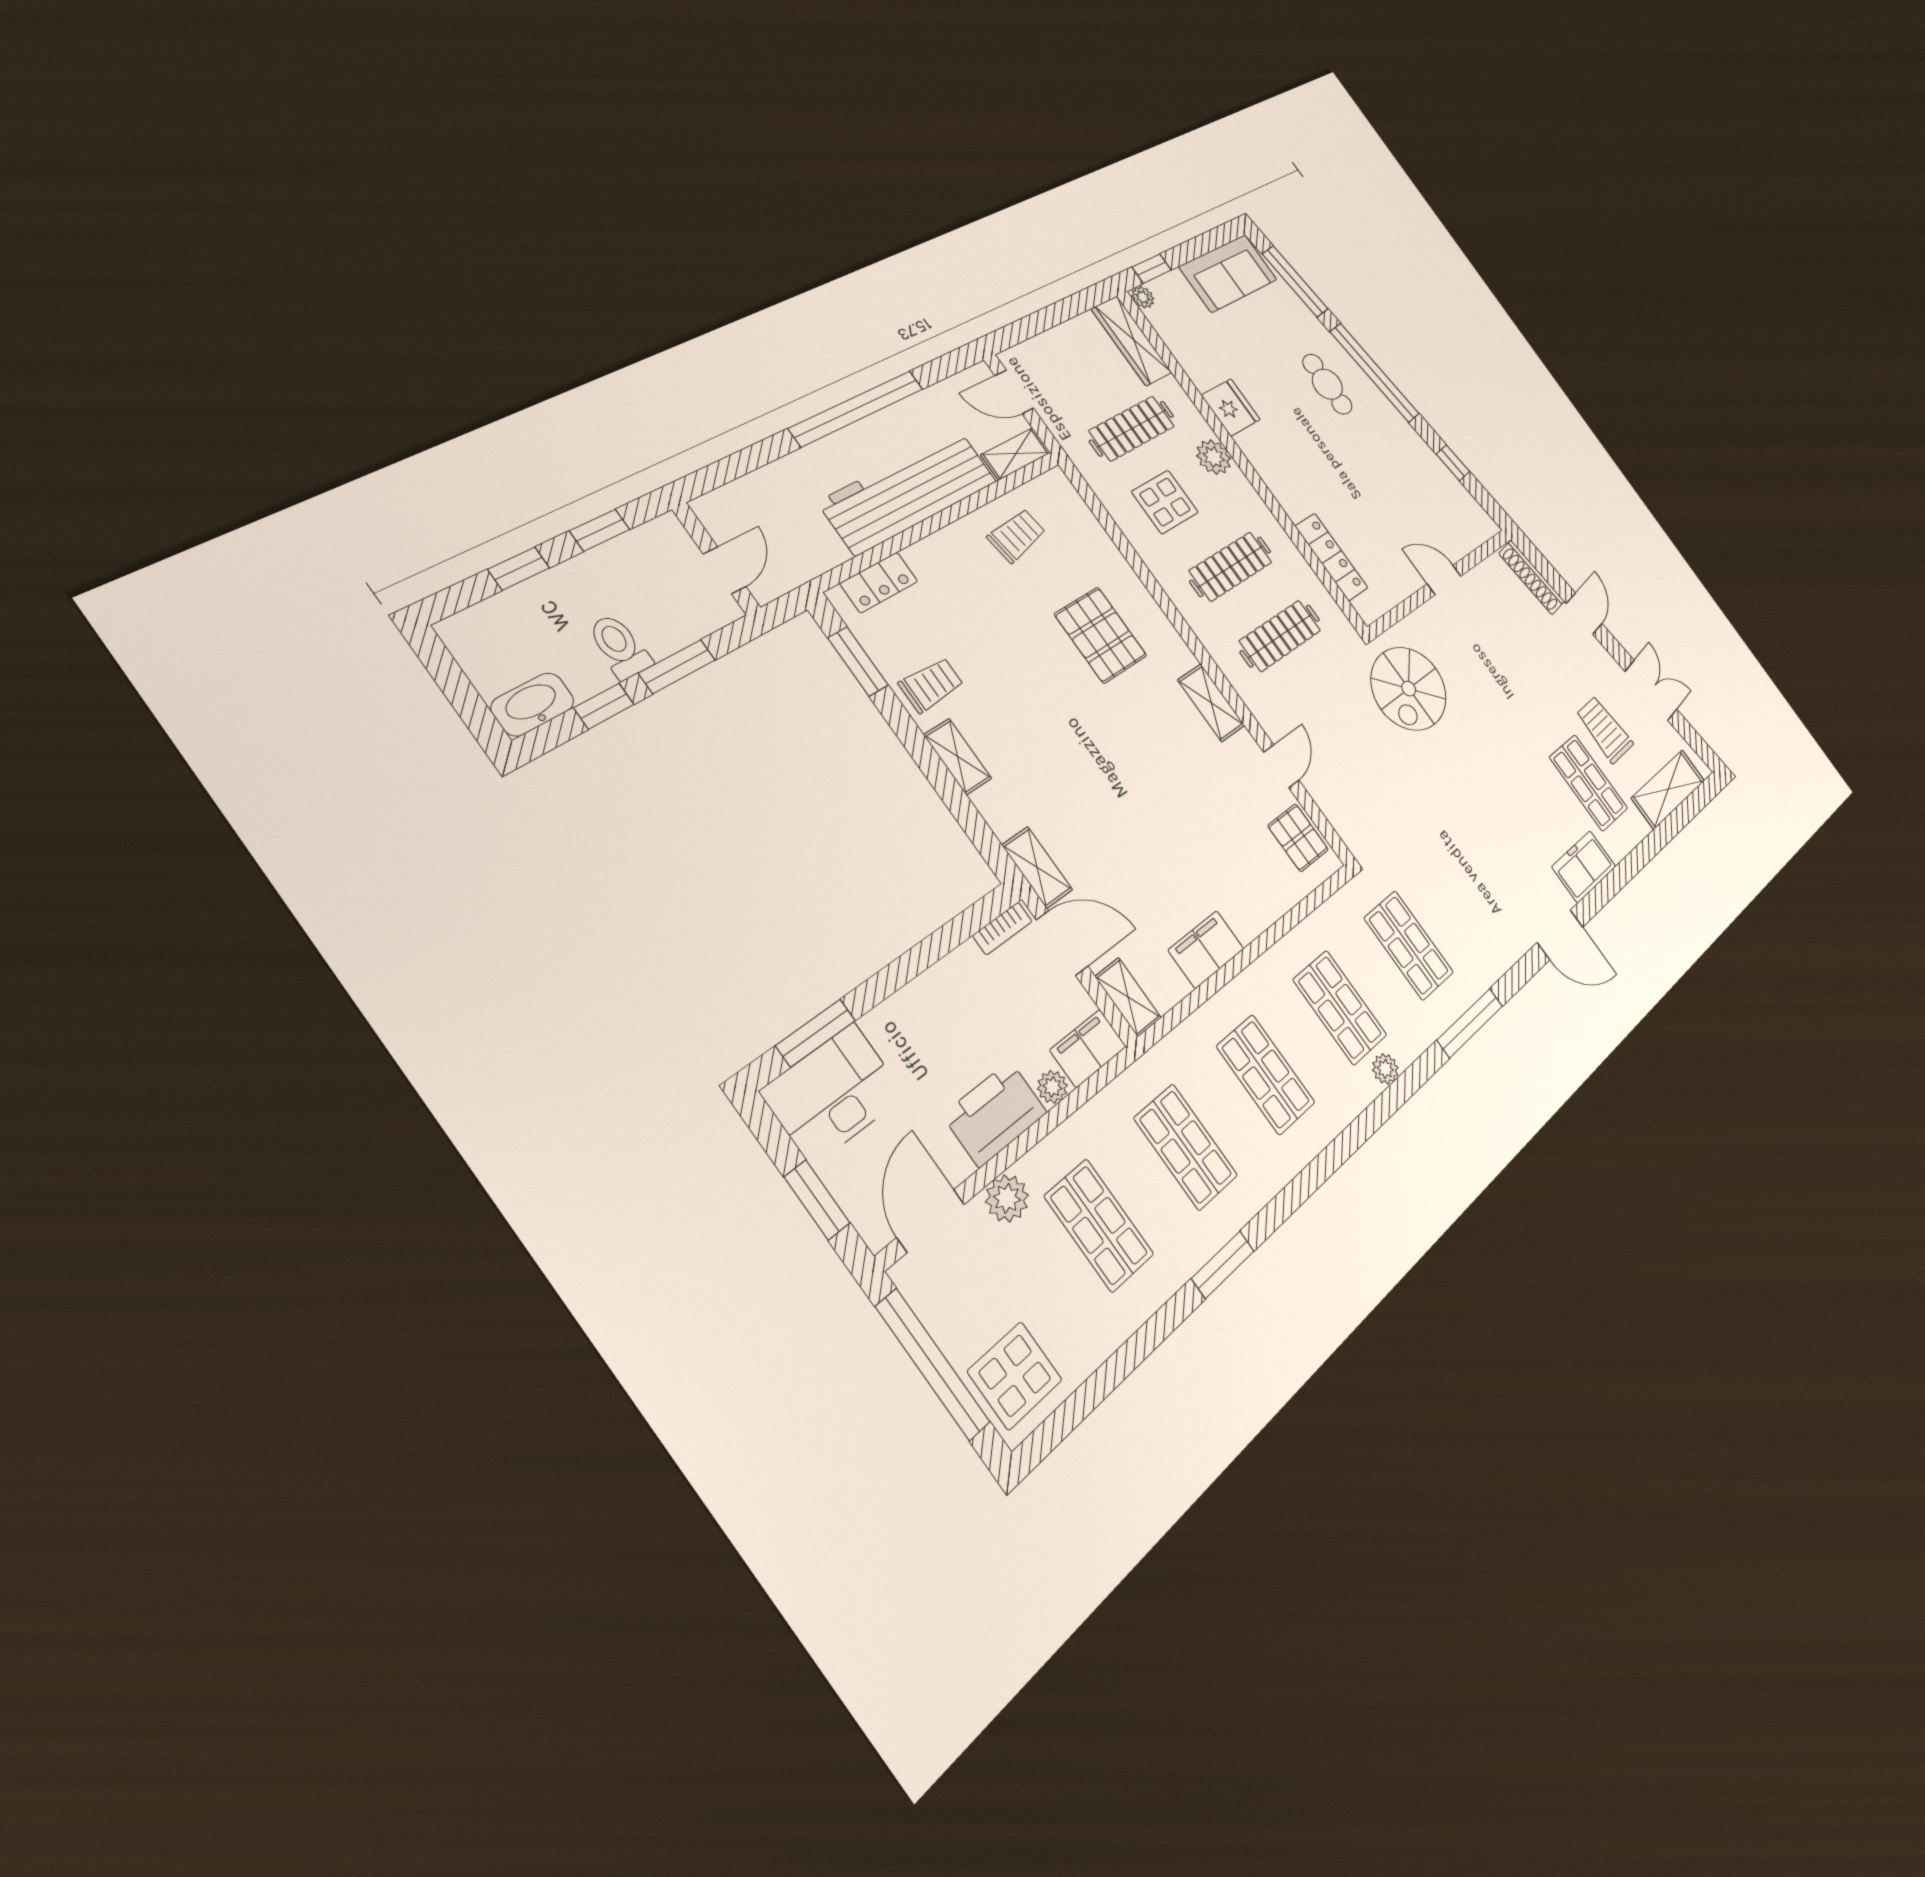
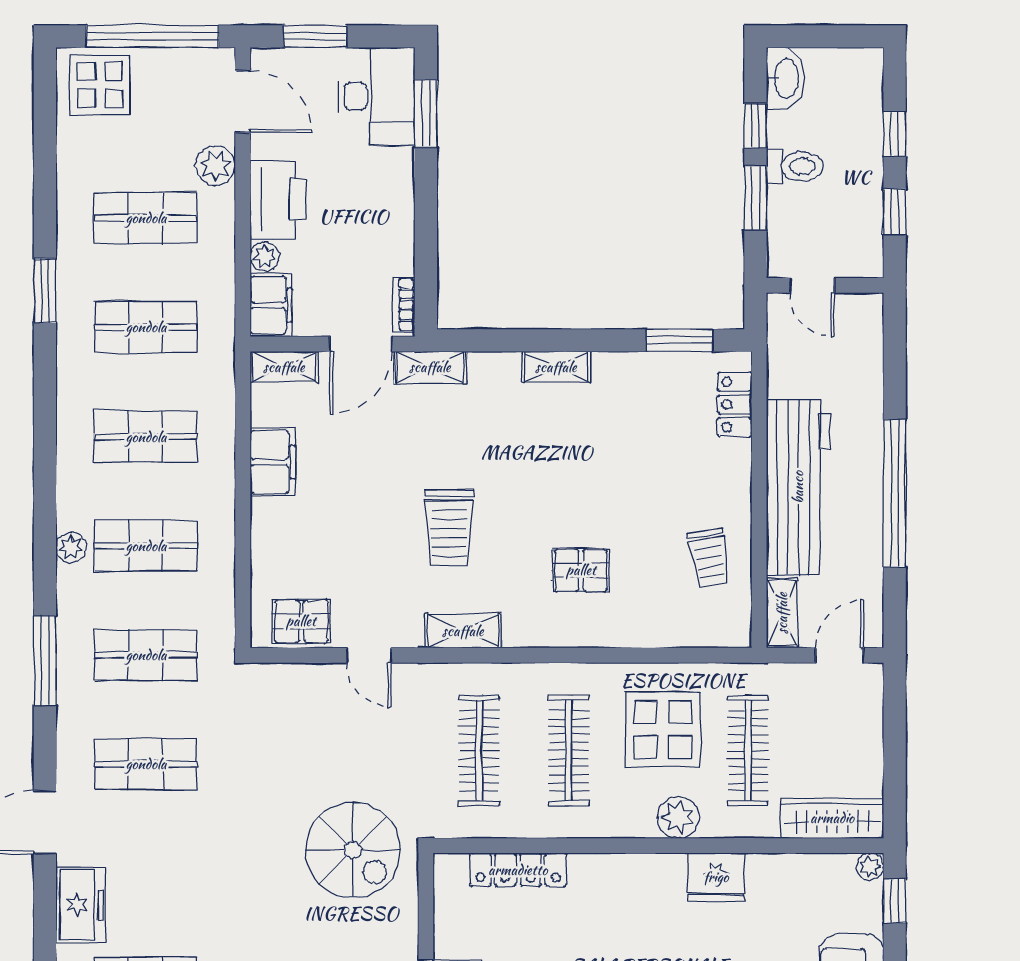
display table: (1165, 502) -> (663, 730), width x1.36, depth x1.36
pallet: (1101, 635) -> (581, 570), width x0.67, depth x0.71
trolley: (931, 685) -> (449, 528), moved, width x1.36, depth x1.39
spiral stairs: (1409, 689) -> (353, 850), turned 180
shop shelf: (1473, 887) -> (146, 764), added

